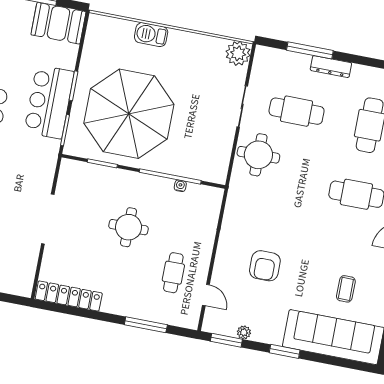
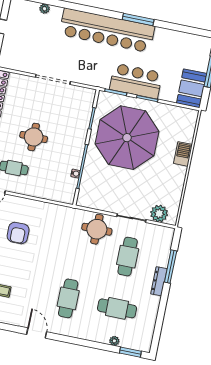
plant: (238, 53) -> (159, 214), moved
round table: (128, 227) -> (34, 137), moved
armchair: (265, 266) -> (18, 233), turned -90

